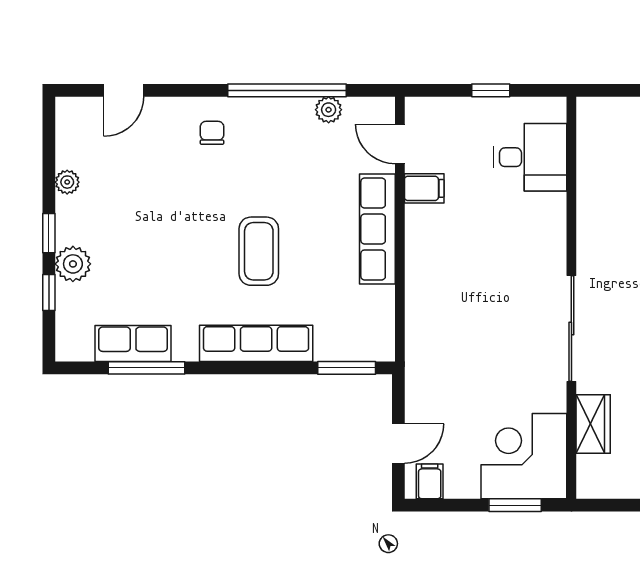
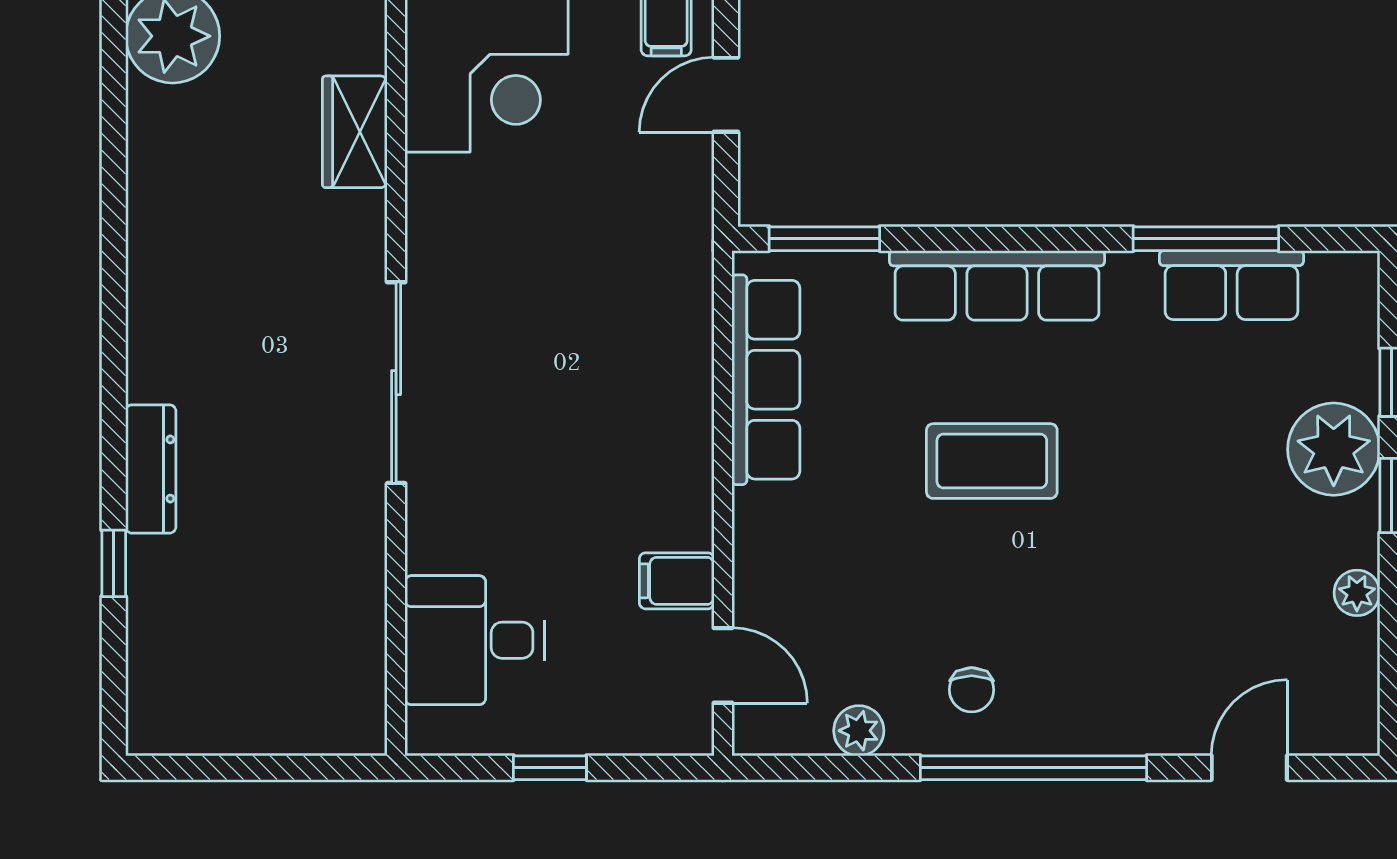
window: (287, 90) -> (1033, 768), moved
chair: (212, 133) -> (972, 690), moved
row of seats: (377, 229) -> (766, 380), moved
coffee table: (259, 251) -> (992, 461), turned 90
plant: (73, 264) -> (1334, 449), width x1.36, depth x1.36
sliding door: (571, 329) -> (396, 383), moved

